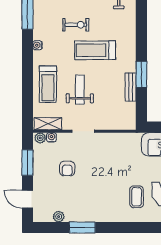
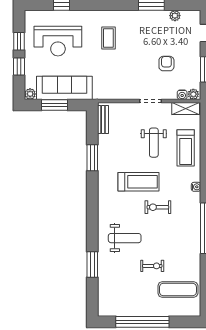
treadmill: (48, 84) -> (186, 148), turned 180
bench: (131, 87) -> (103, 119), moved
coffee table: (137, 197) -> (108, 38), moved

